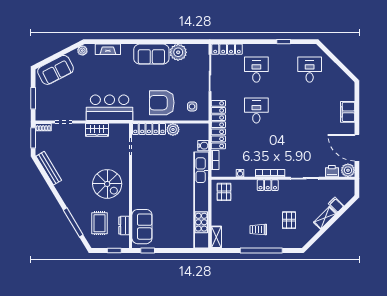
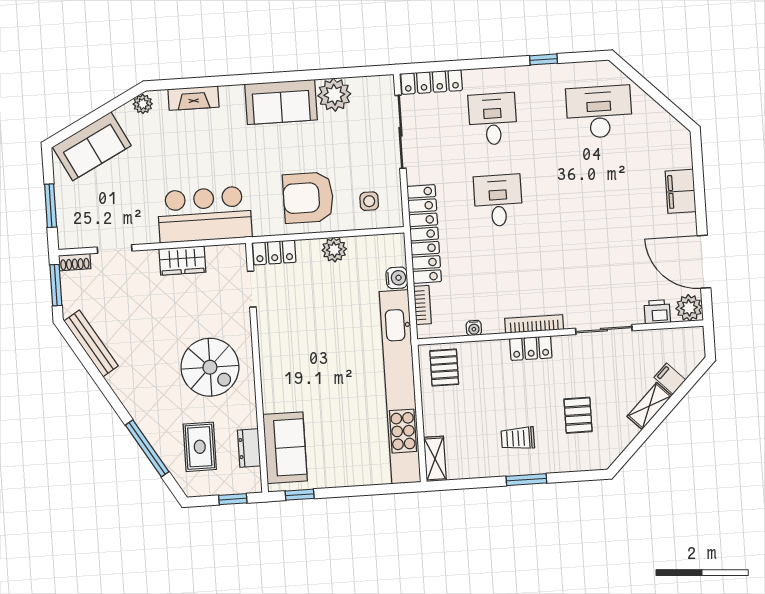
desk: (310, 70) -> (599, 112), width x1.37
locker: (149, 129) -> (274, 252), width x0.66
window: (261, 250) -> (526, 480), width x0.47

